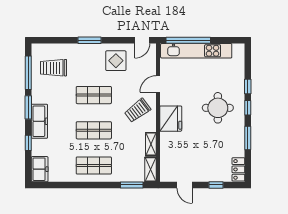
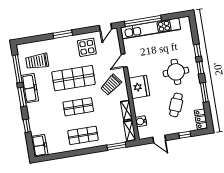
shop shelf: (94, 95) -> (74, 78), width x1.43, depth x1.36
freezer: (39, 121) -> (30, 88), moved
cafe table: (211, 147) -> (176, 105), added
water cooler: (166, 160) -> (141, 121), added

